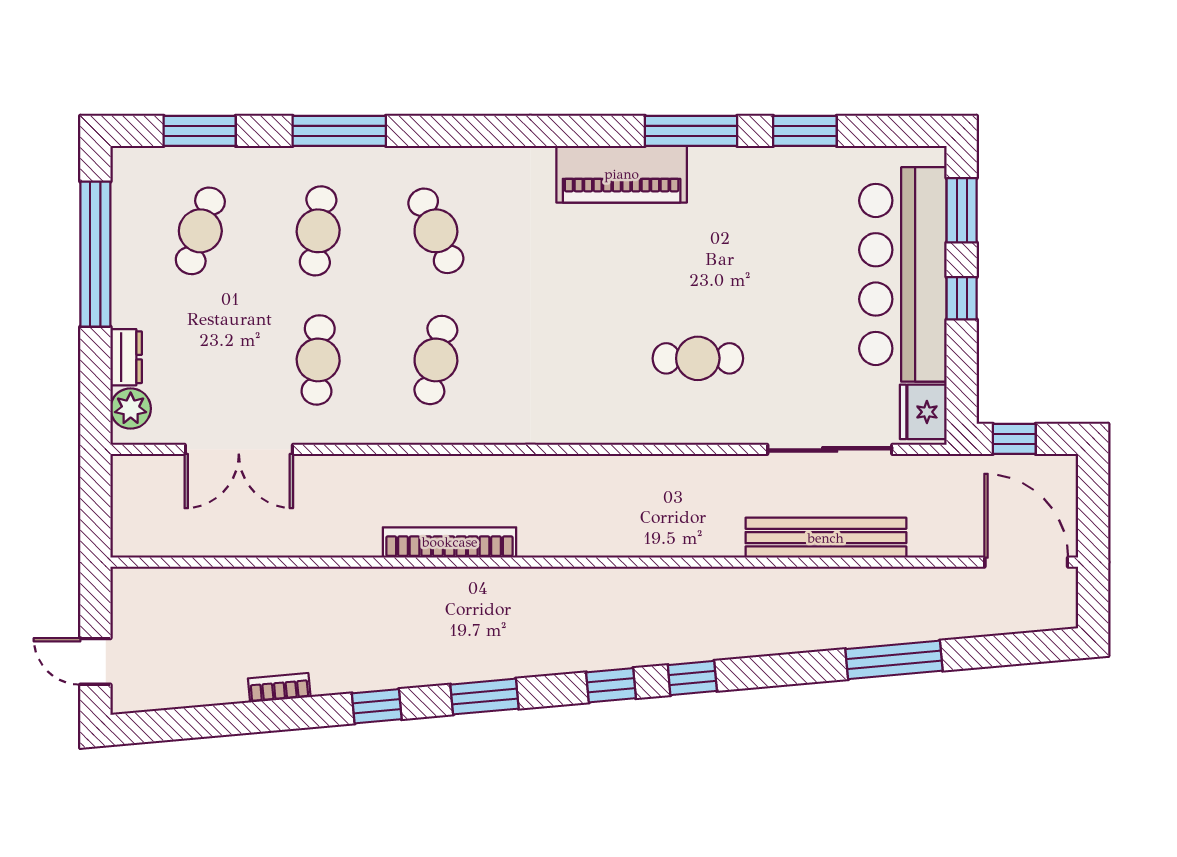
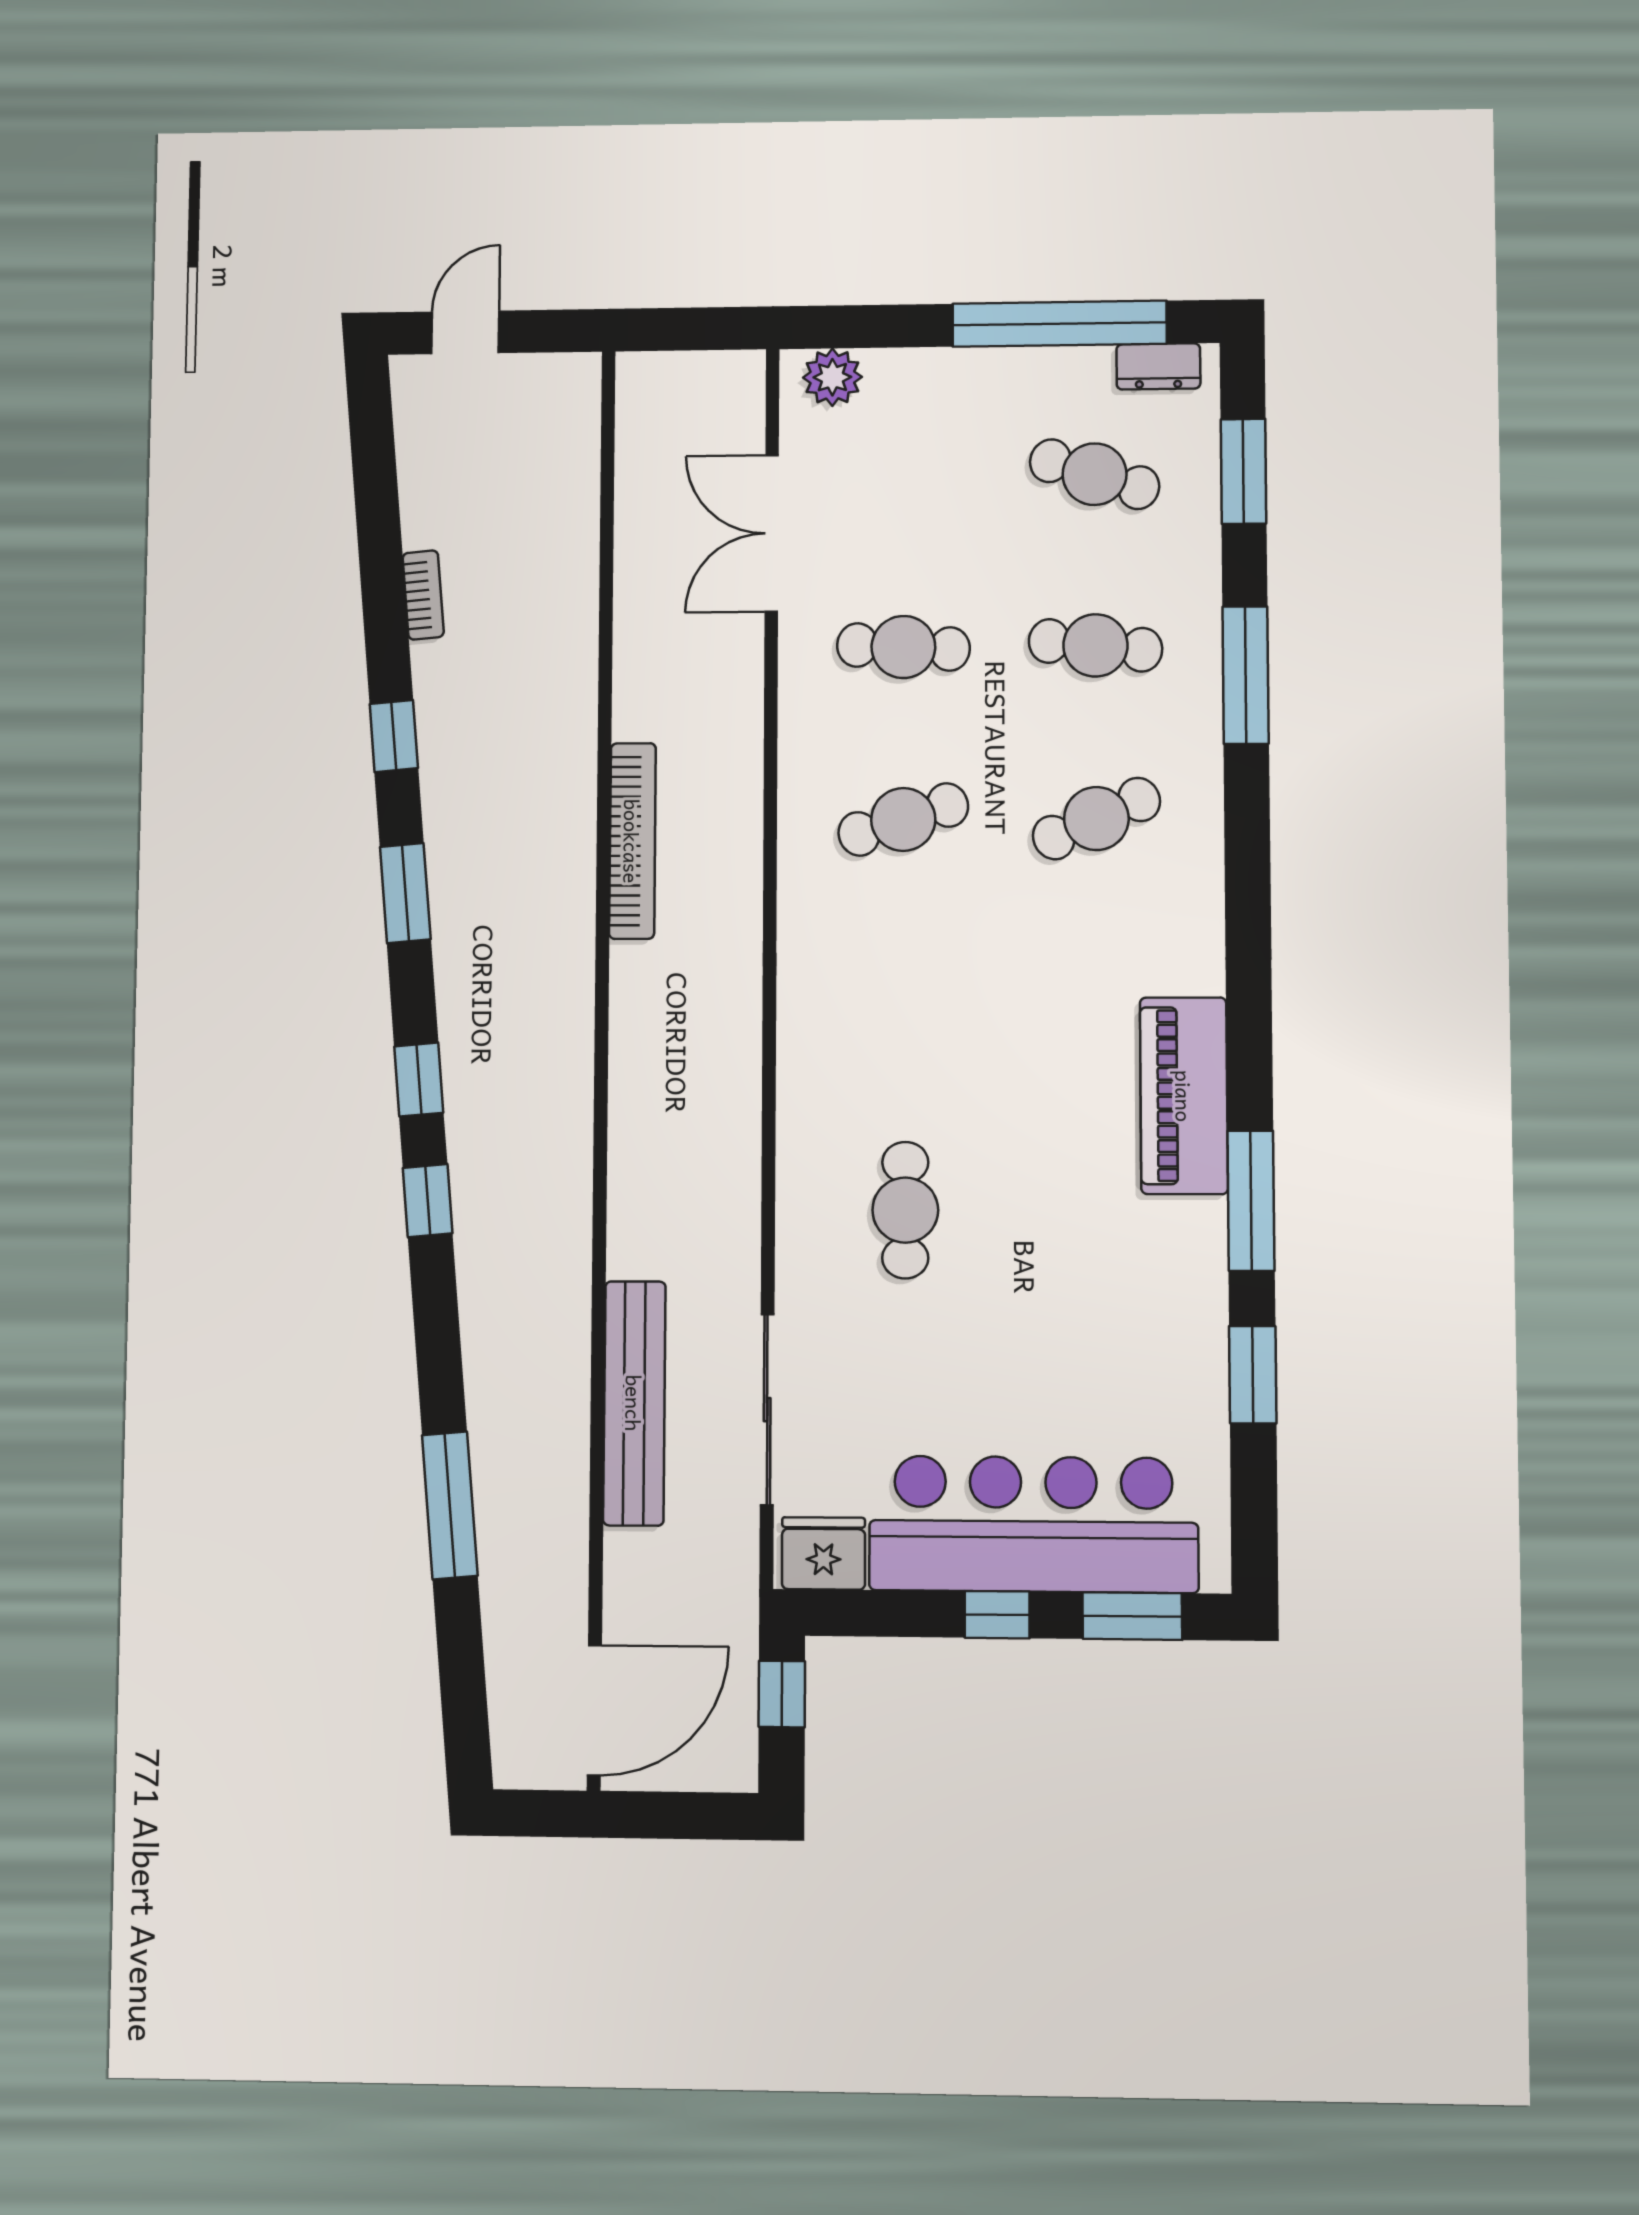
dresser: (126, 357) -> (1158, 366), moved
cafe table: (436, 360) -> (903, 819), turned -30

